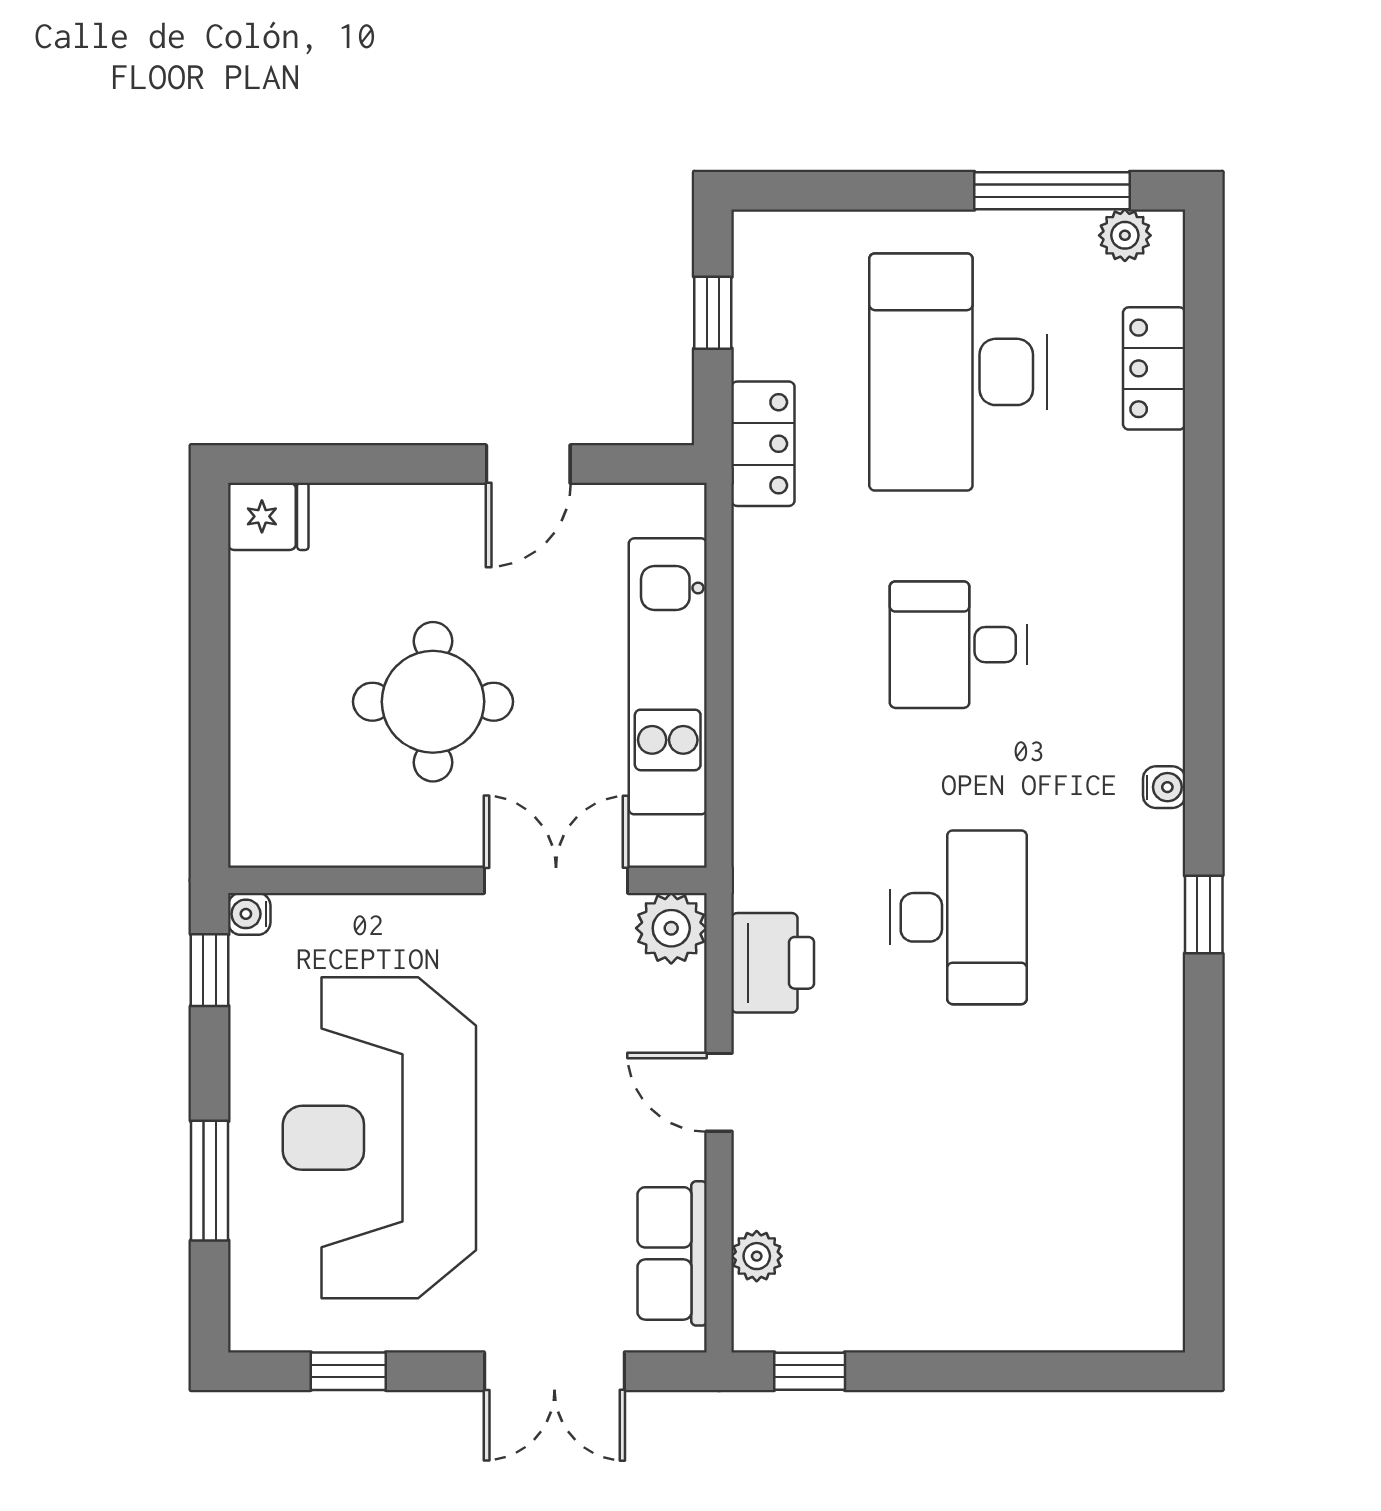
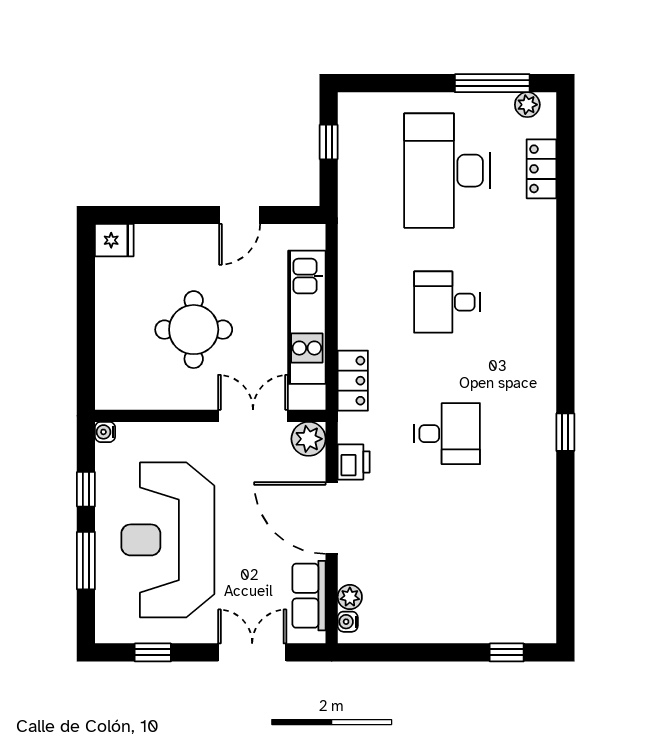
locker: (763, 444) -> (353, 381), moved
water cooler: (1164, 787) -> (348, 622), moved, turned 180
desk: (958, 917) -> (447, 434), width x0.73
printer: (773, 963) -> (354, 462), width x0.73, depth x0.81
window: (210, 970) -> (86, 489), moved
door: (719, 1092) -> (332, 518), width x1.88
double door: (554, 1371) -> (252, 652), swing flipped
window: (810, 1371) -> (507, 652), moved

